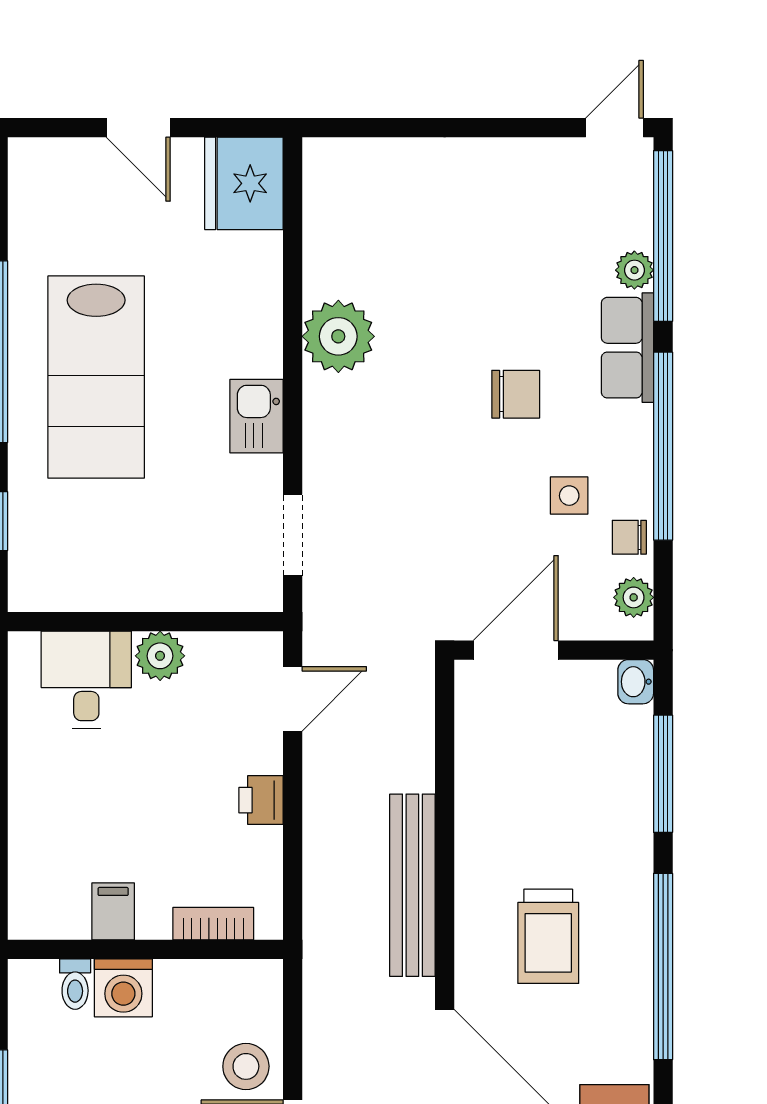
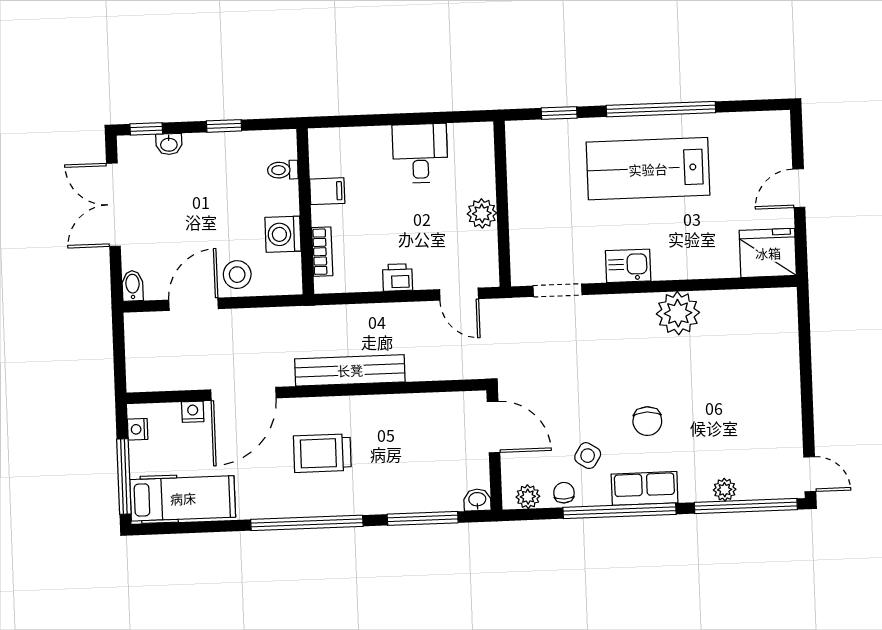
row of seats: (627, 348) -> (645, 488), moved
side table: (569, 496) -> (588, 456), turned 32
desk: (86, 680) -> (420, 153), moved, turned -90
washing machine: (123, 988) -> (283, 234), moved

